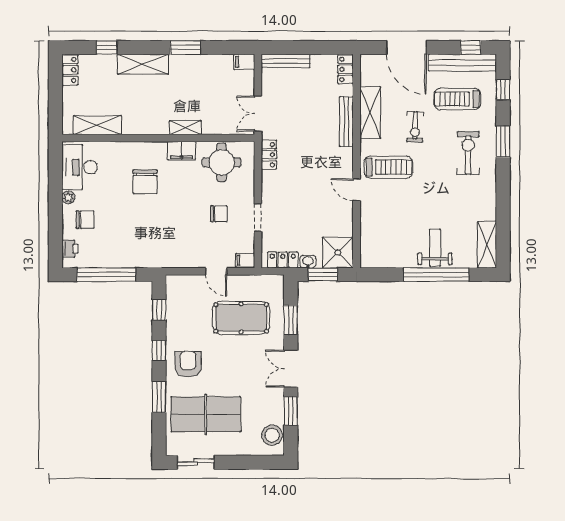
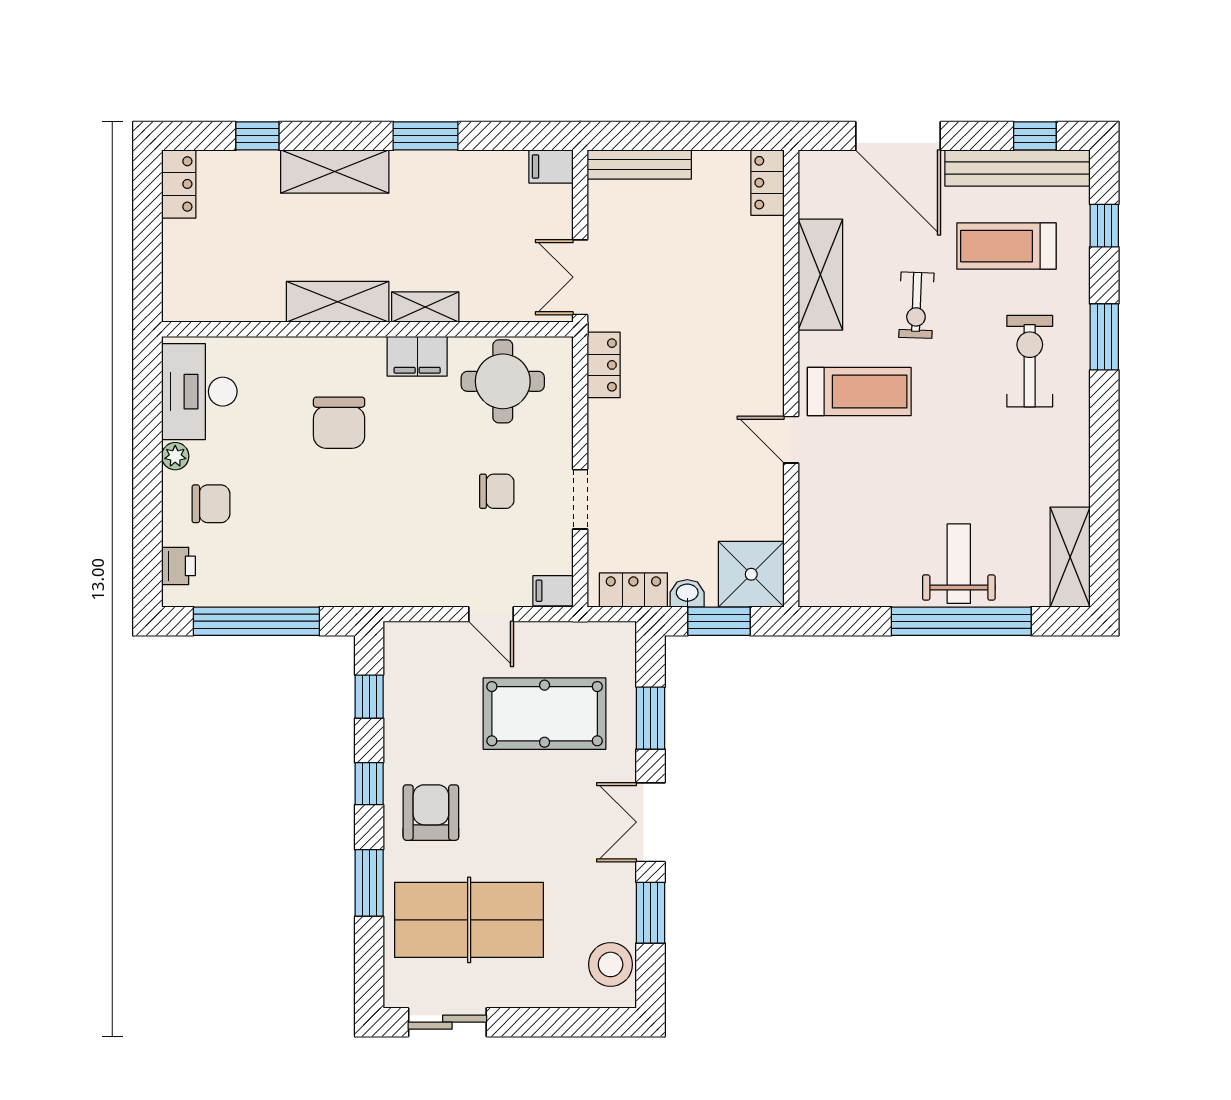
bench: (346, 122) -> (769, 294), removed
shelving: (97, 125) -> (338, 302), moved

